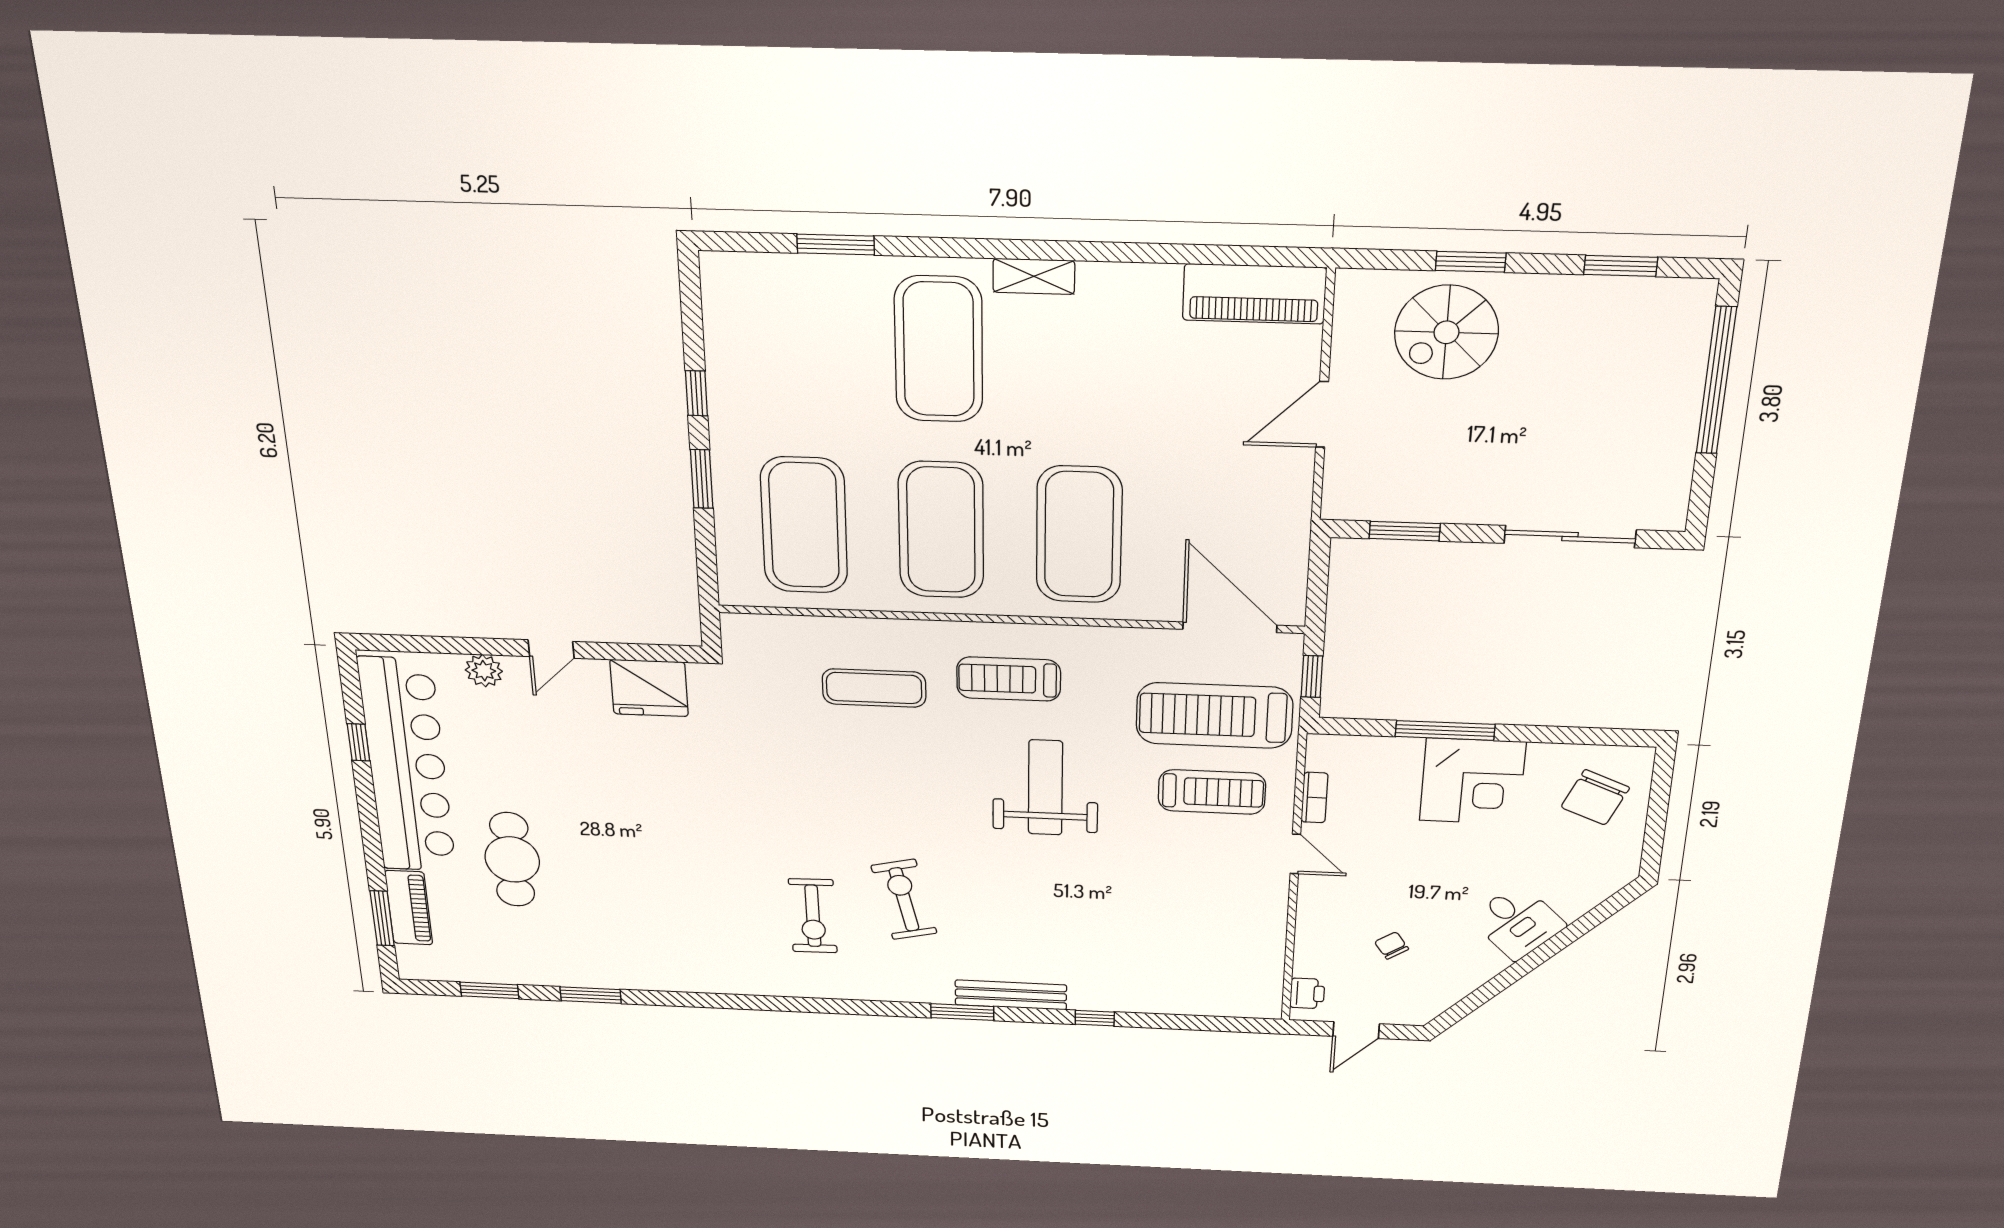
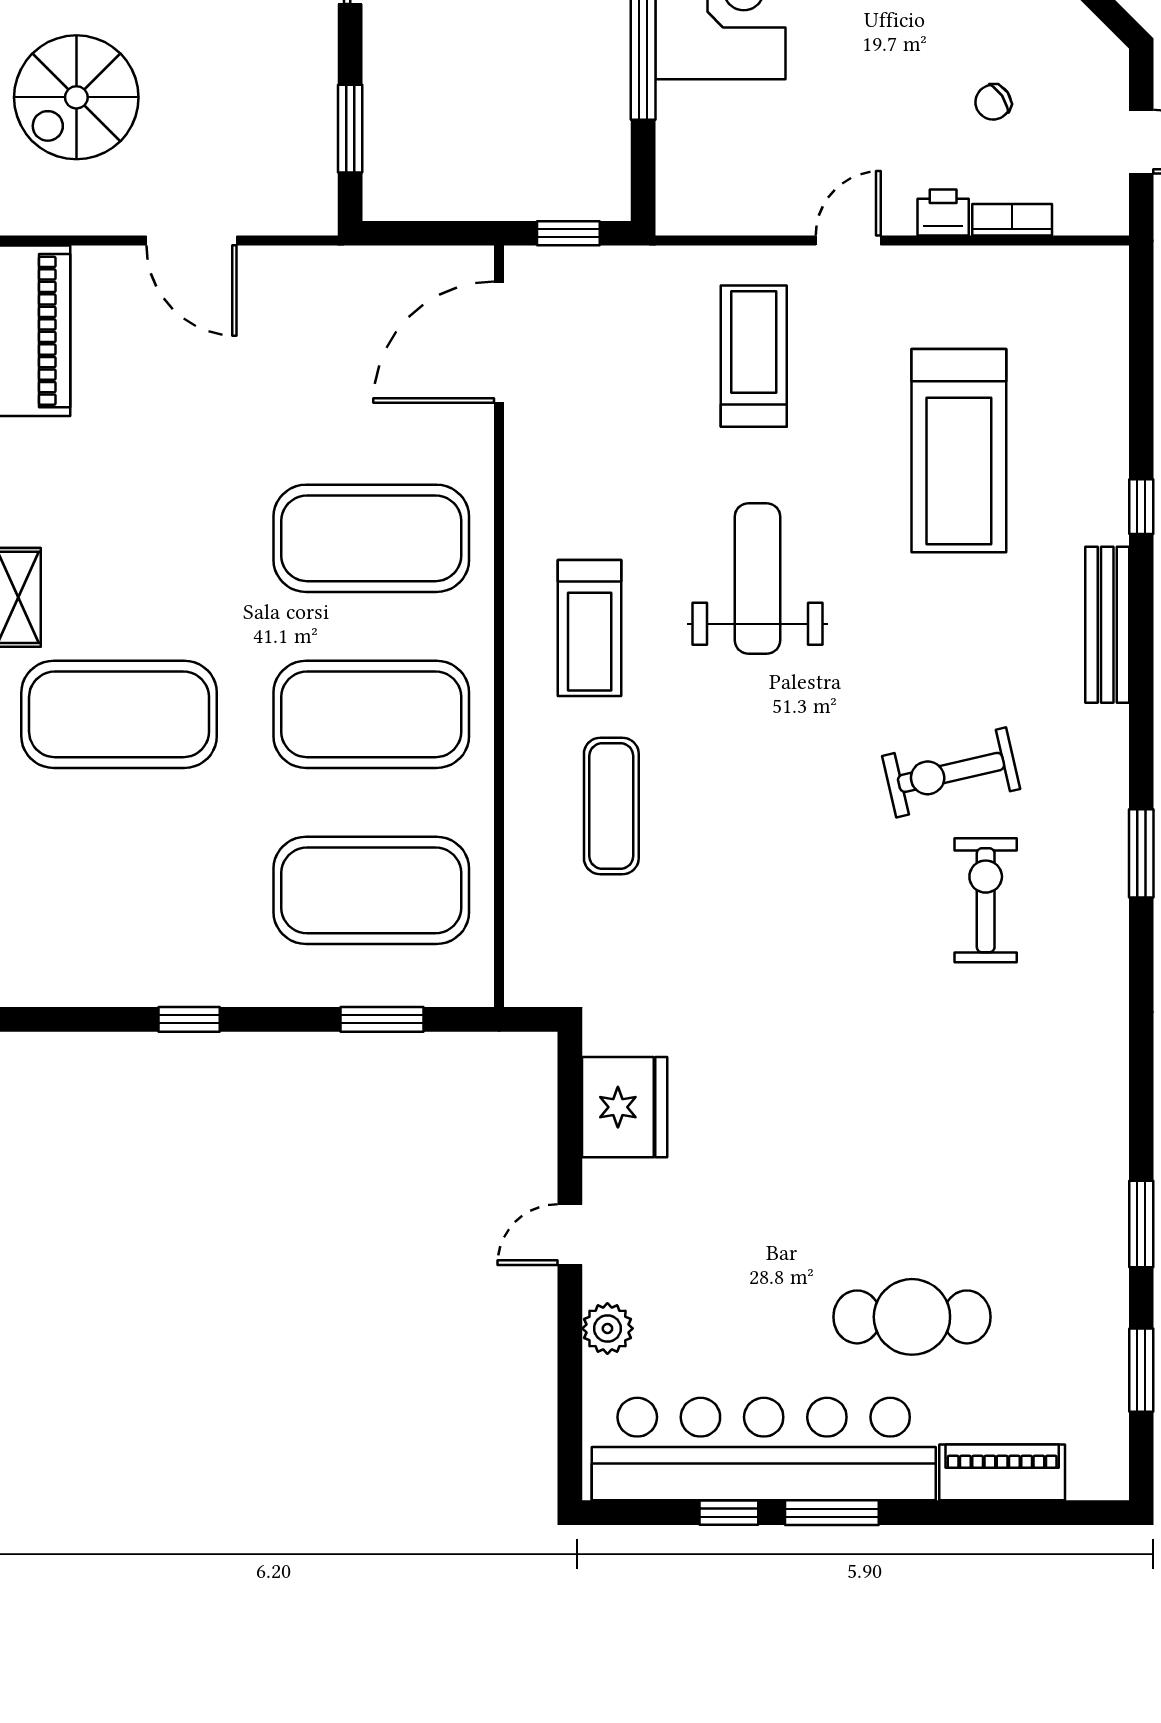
spiral stairs: (1446, 332) -> (76, 97), turned 90
window: (702, 479) -> (382, 1019), moved
door: (551, 649) -> (570, 1235), swing flipped
treadmill: (1214, 716) -> (959, 451), moved
weight bench: (1045, 788) -> (758, 578), turned 90
bookcase: (1315, 798) -> (1012, 220), moved
exercise bike: (813, 916) -> (986, 900), turned -89
window: (382, 918) -> (832, 1513), moved
printer: (1307, 993) -> (943, 213), moved
window: (962, 1012) -> (1141, 853), moved

